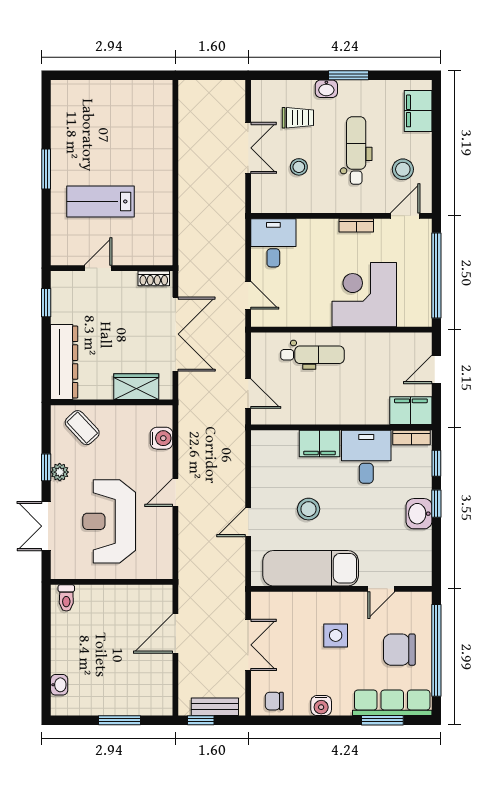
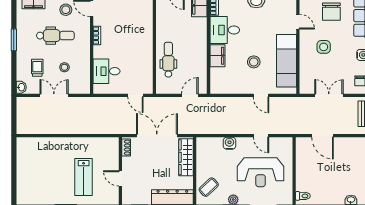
washbasin: (326, 89) -> (21, 87), moved
dental chair: (356, 151) -> (55, 36), turned 180
desk: (273, 243) -> (106, 71), moved
door: (248, 295) -> (135, 95), swing flipped
corner desk: (364, 295) -> (135, 31), removed
wardrobe: (136, 387) -> (186, 157), width x1.50
water cooler: (162, 438) -> (229, 143), moved
door: (175, 492) -> (261, 136), moved

